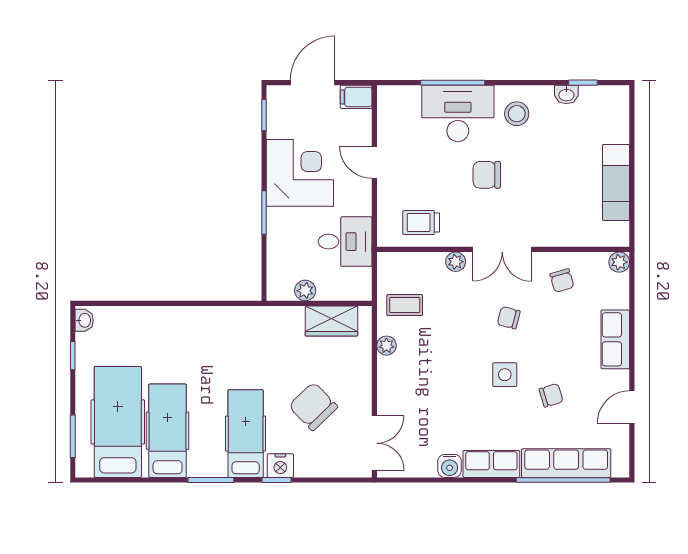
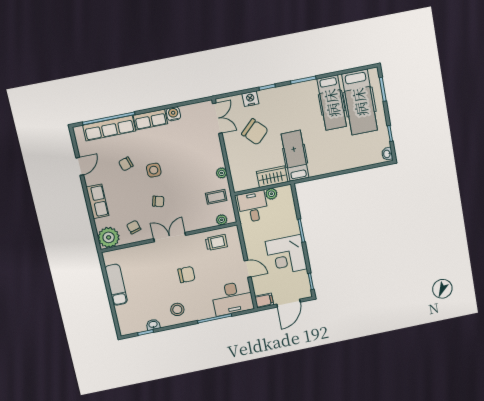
desk: (458, 113) -> (232, 298), moved
desk: (345, 242) -> (253, 207), moved, turned 90
plant: (456, 262) -> (222, 220), moved
plant: (619, 262) -> (109, 237), width x1.88, depth x1.88
wardrobe: (331, 321) -> (272, 177), moved
hospital bed: (246, 434) -> (295, 156), moved, turned 180
double door: (374, 443) -> (217, 118), swing flipped
nightstand: (280, 466) -> (250, 99), moved

